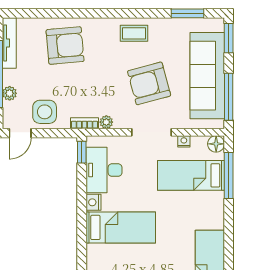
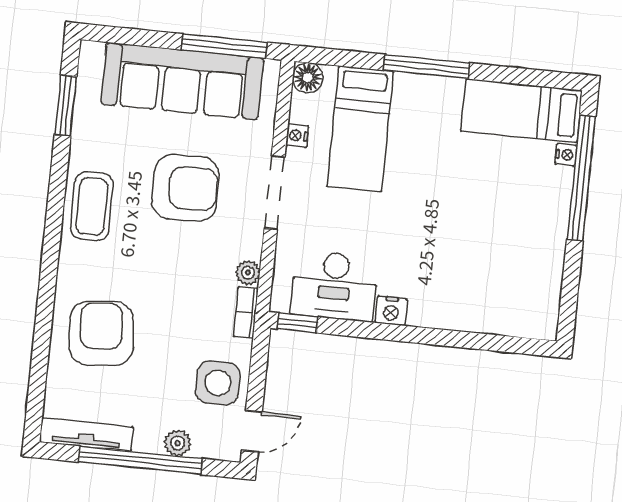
coffee table: (134, 33) -> (92, 206), width x1.36, depth x1.30
window: (229, 38) -> (118, 35), removed
armchair: (149, 83) -> (185, 188), turned -76
door: (20, 133) -> (252, 431), hinge flipped
window: (229, 175) -> (426, 67), moved
bed: (121, 227) -> (442, 266), removed

